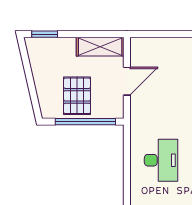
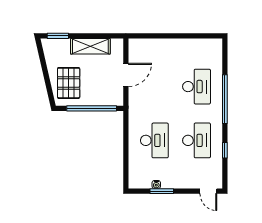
shelving: (100, 47) -> (90, 46), moved
pallet: (77, 96) -> (69, 83), moved

